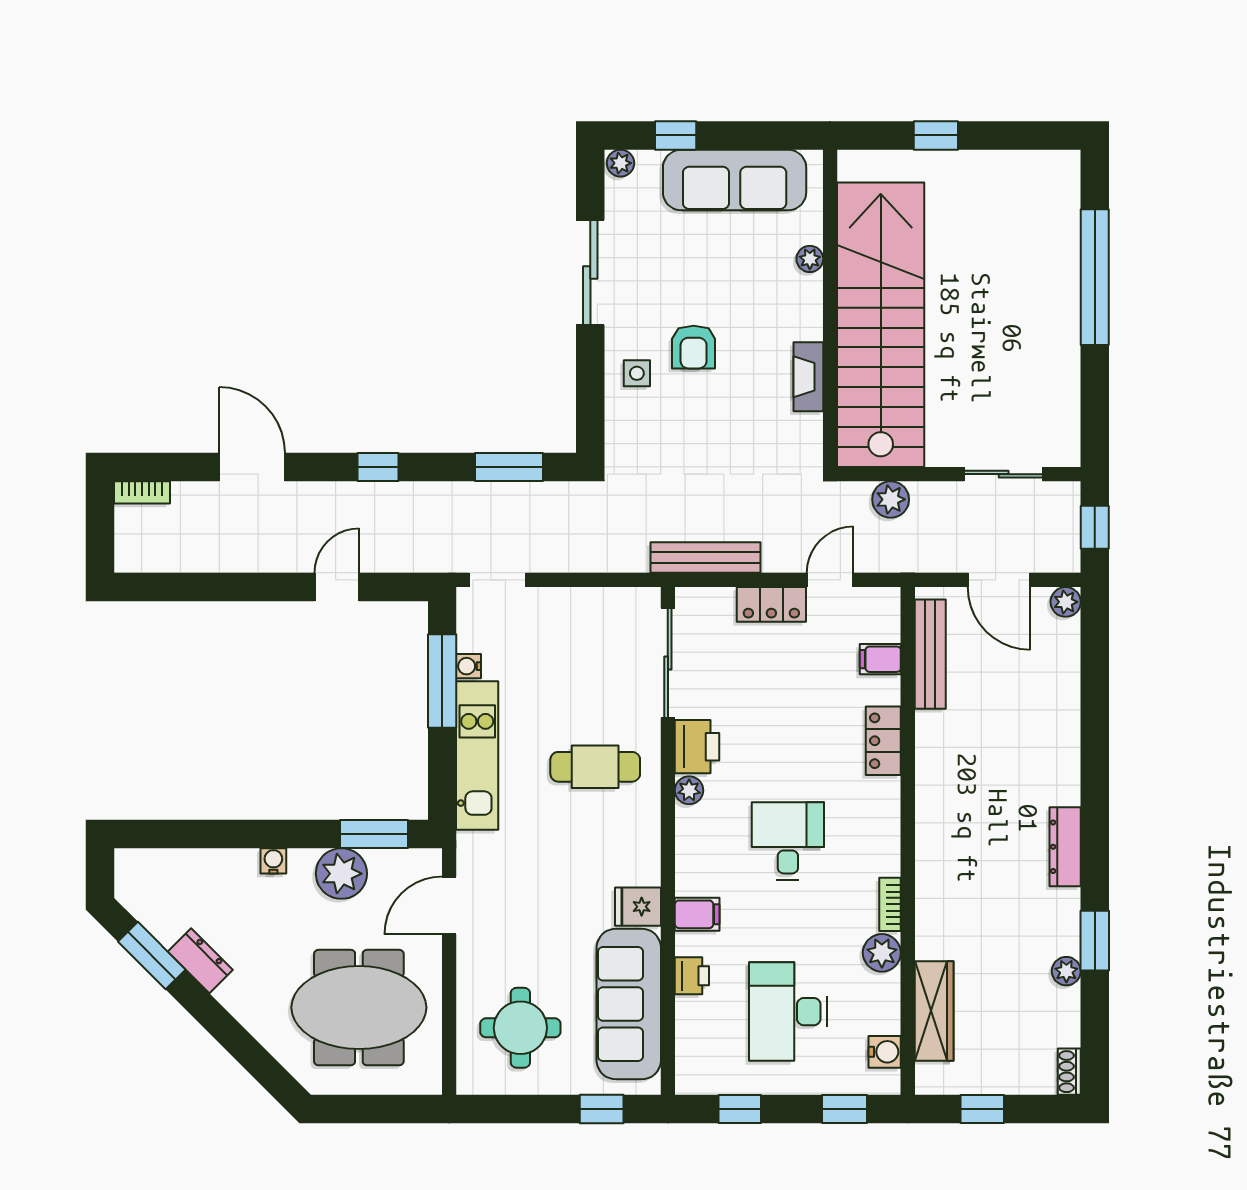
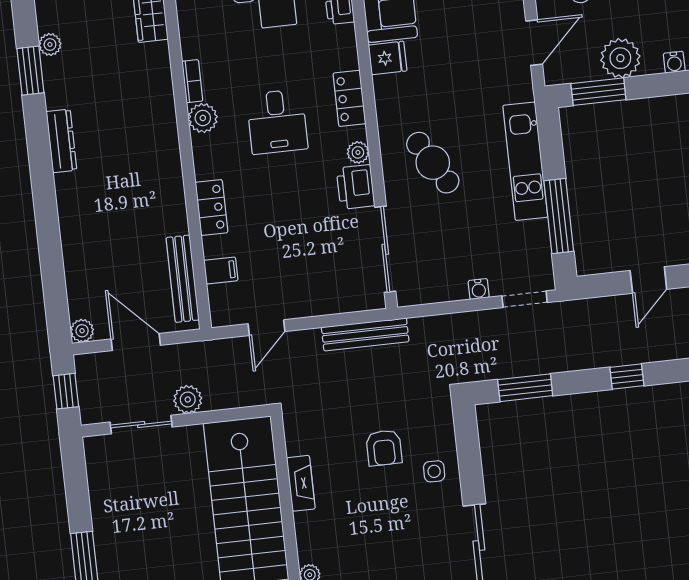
armchair: (694, 347) -> (384, 448), moved, turned 180
plant: (891, 499) -> (188, 400), moved
locker: (771, 604) -> (349, 98), moved, turned -90
water cooler: (469, 666) -> (479, 289), moved, turned 90
cafe table: (595, 767) -> (433, 163), turned 59
filing cabinet: (697, 914) -> (341, 57), removed
plant: (882, 953) -> (203, 118), moved

